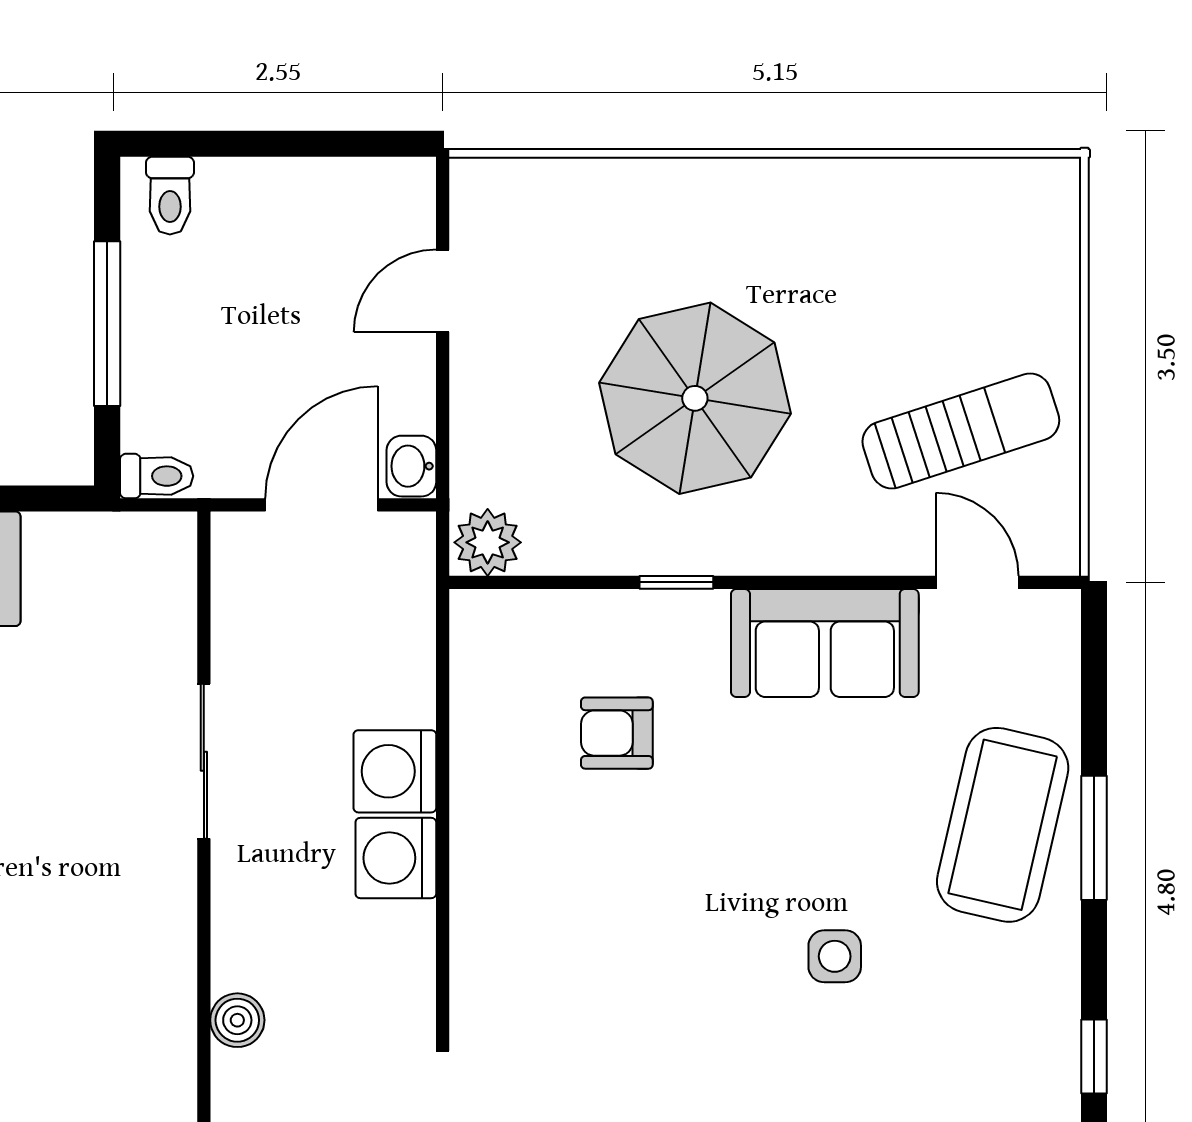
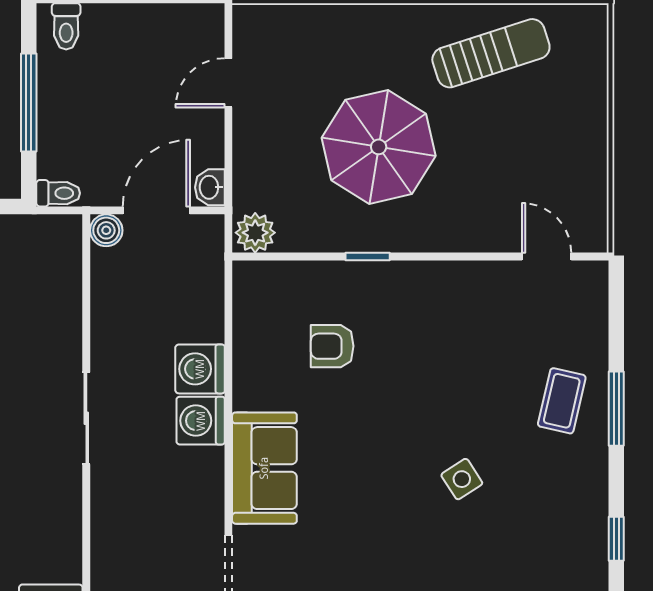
sun lounger: (961, 431) -> (491, 53), moved
sofa: (825, 643) -> (264, 468), moved, turned -90
sliding door: (204, 761) -> (86, 418), moved
coffee table: (1003, 825) -> (562, 401), width x0.54, depth x0.58
side table: (835, 956) -> (462, 479), turned -33
boiler: (237, 1020) -> (106, 230), moved

